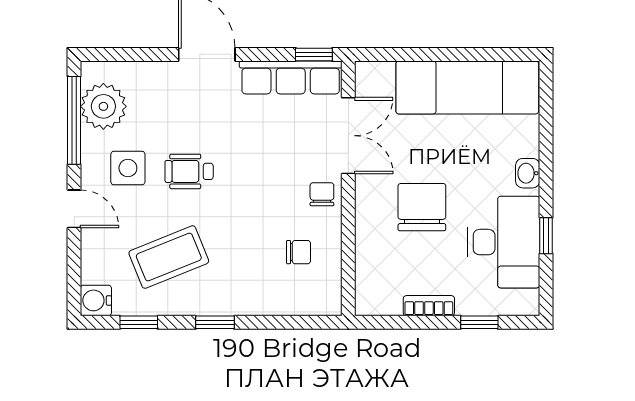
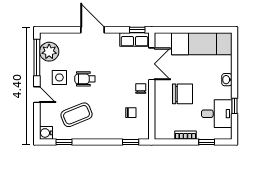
row of seats: (291, 77) -> (135, 40), width x0.68
chair: (422, 207) -> (183, 94), turned 90
desk: (504, 242) -> (217, 114), width x0.73
window: (215, 322) -> (131, 142), moved

